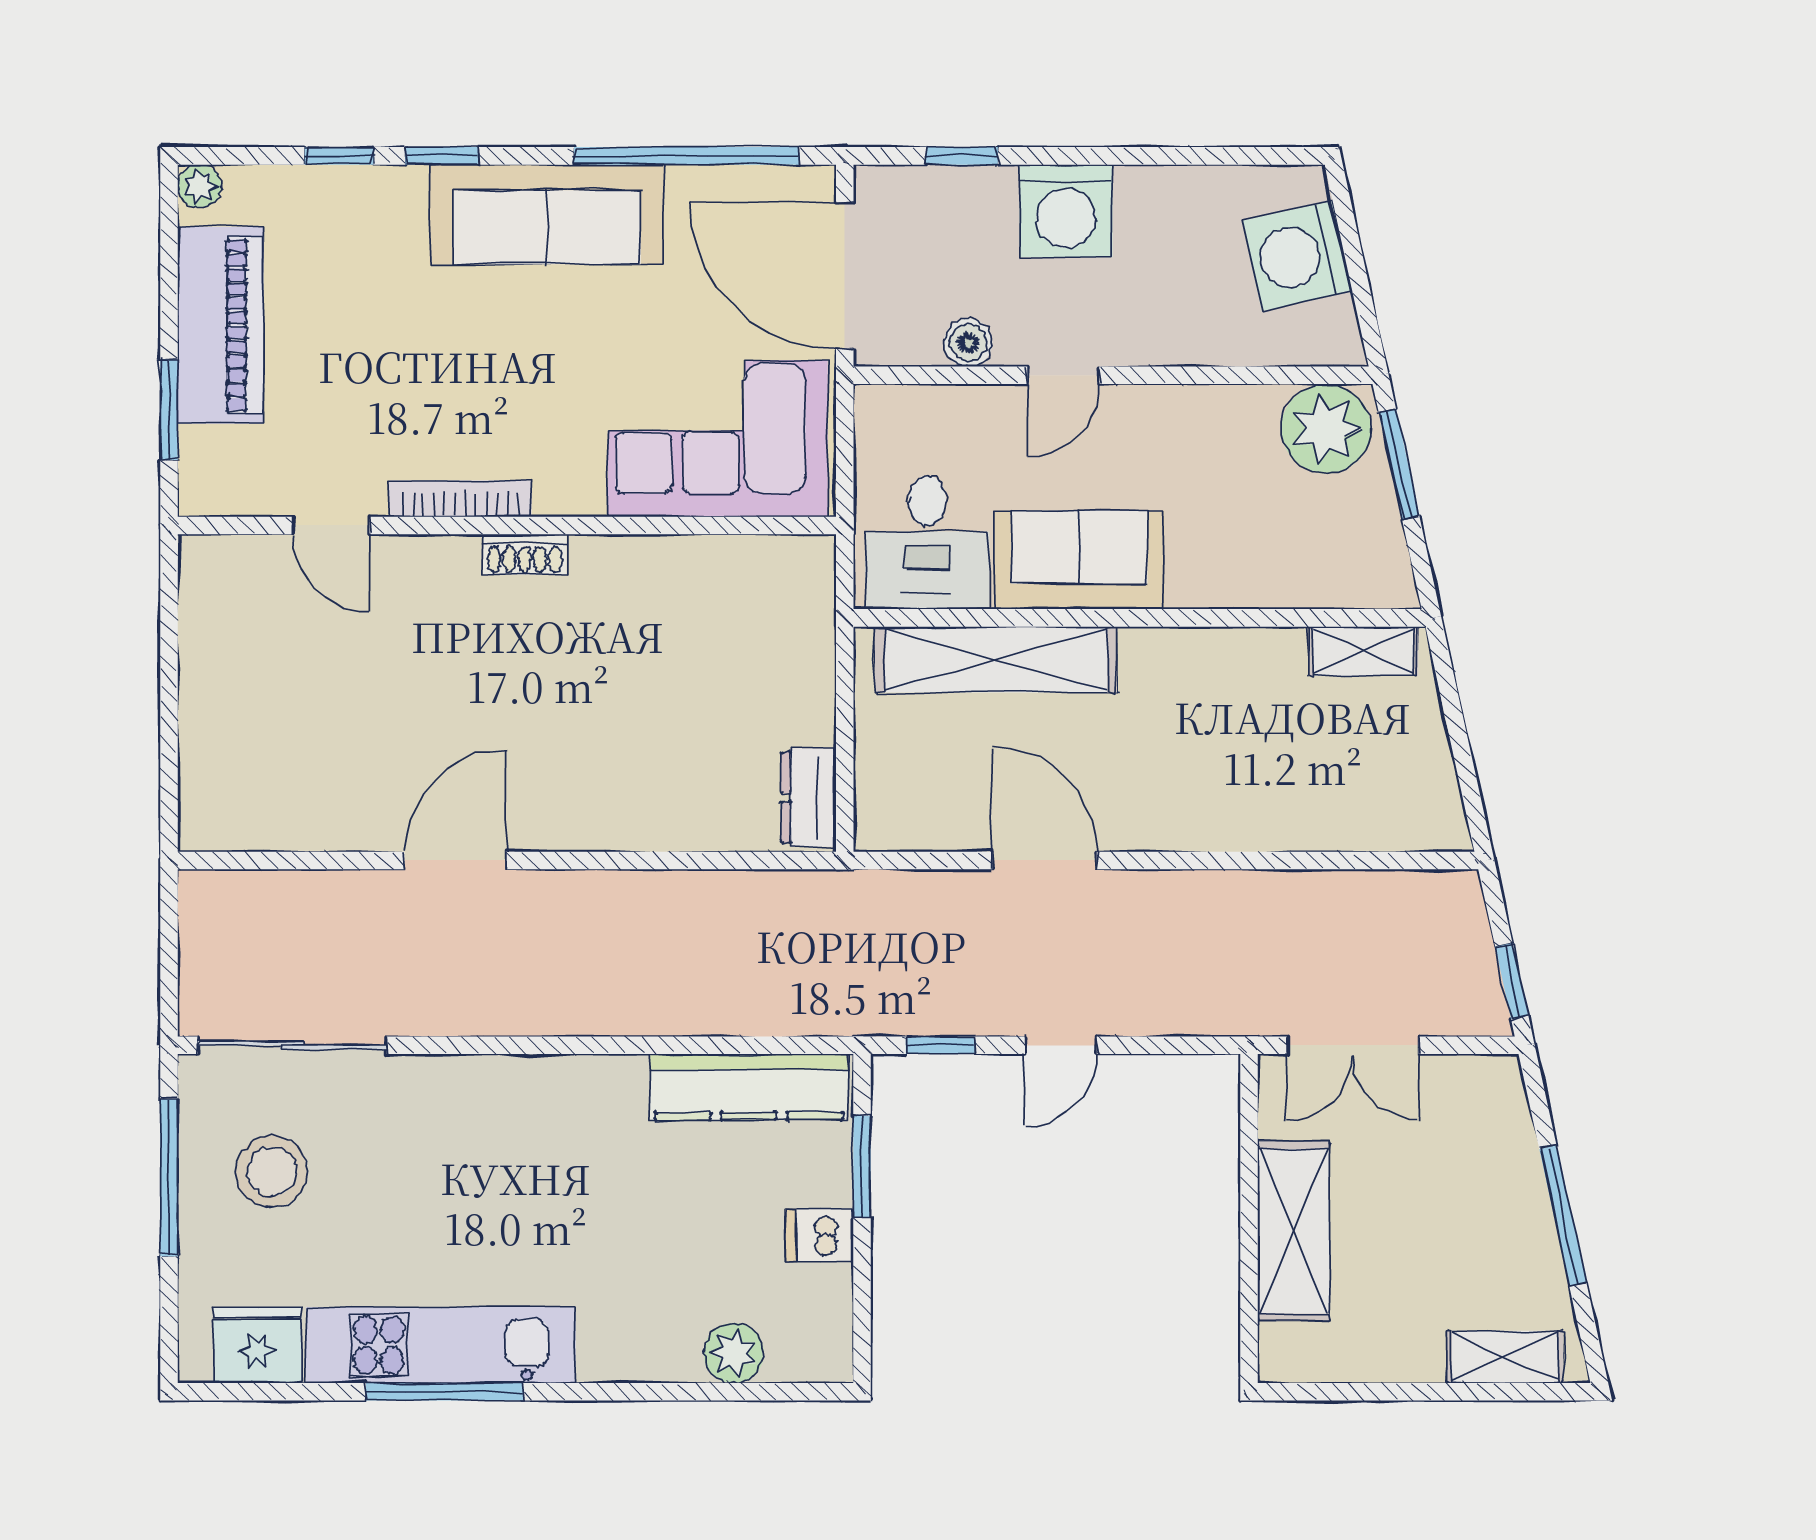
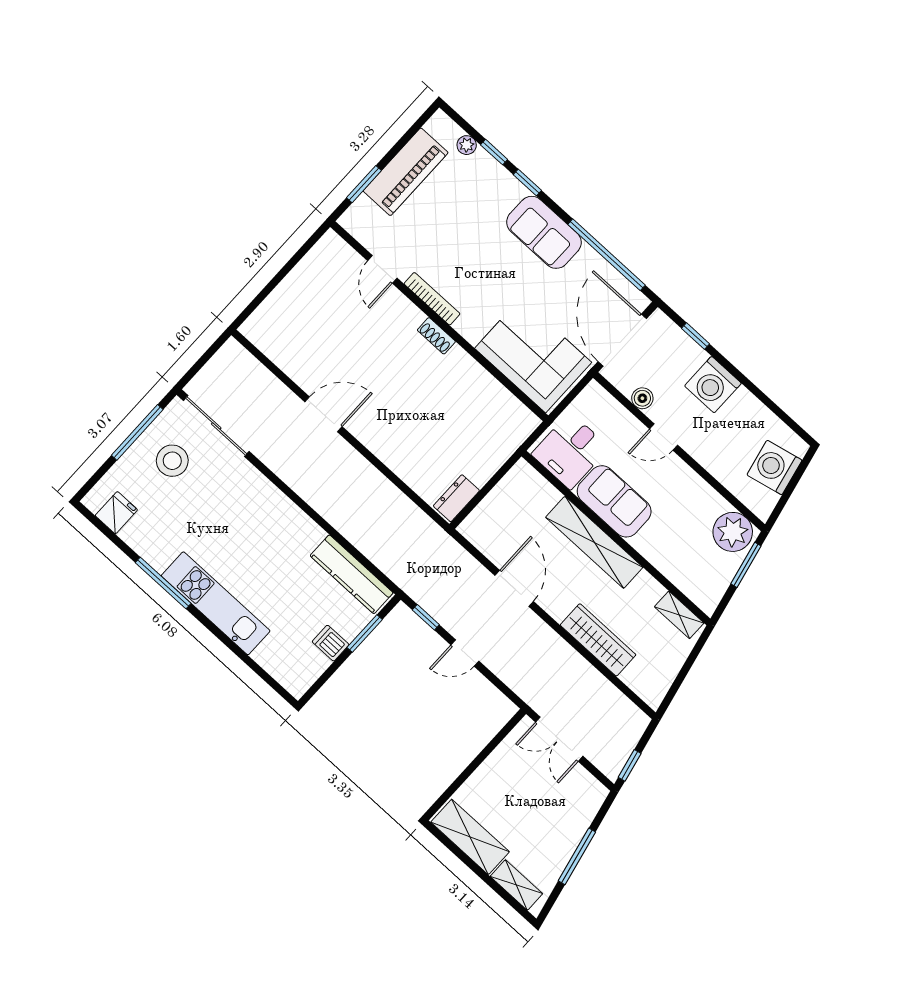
plant: (199, 186) -> (467, 145), moved
sofa: (547, 214) -> (544, 232), width x0.73
shelving: (996, 660) -> (594, 542), moved
wardrobe: (1265, 818) -> (598, 640), added
shelving: (1293, 1231) -> (470, 837), moved, turned 90
fridge: (257, 1345) -> (116, 513), width x0.72
kitchen unit: (441, 1345) -> (216, 603), moved
plant: (734, 1353) -> (268, 656), removed

